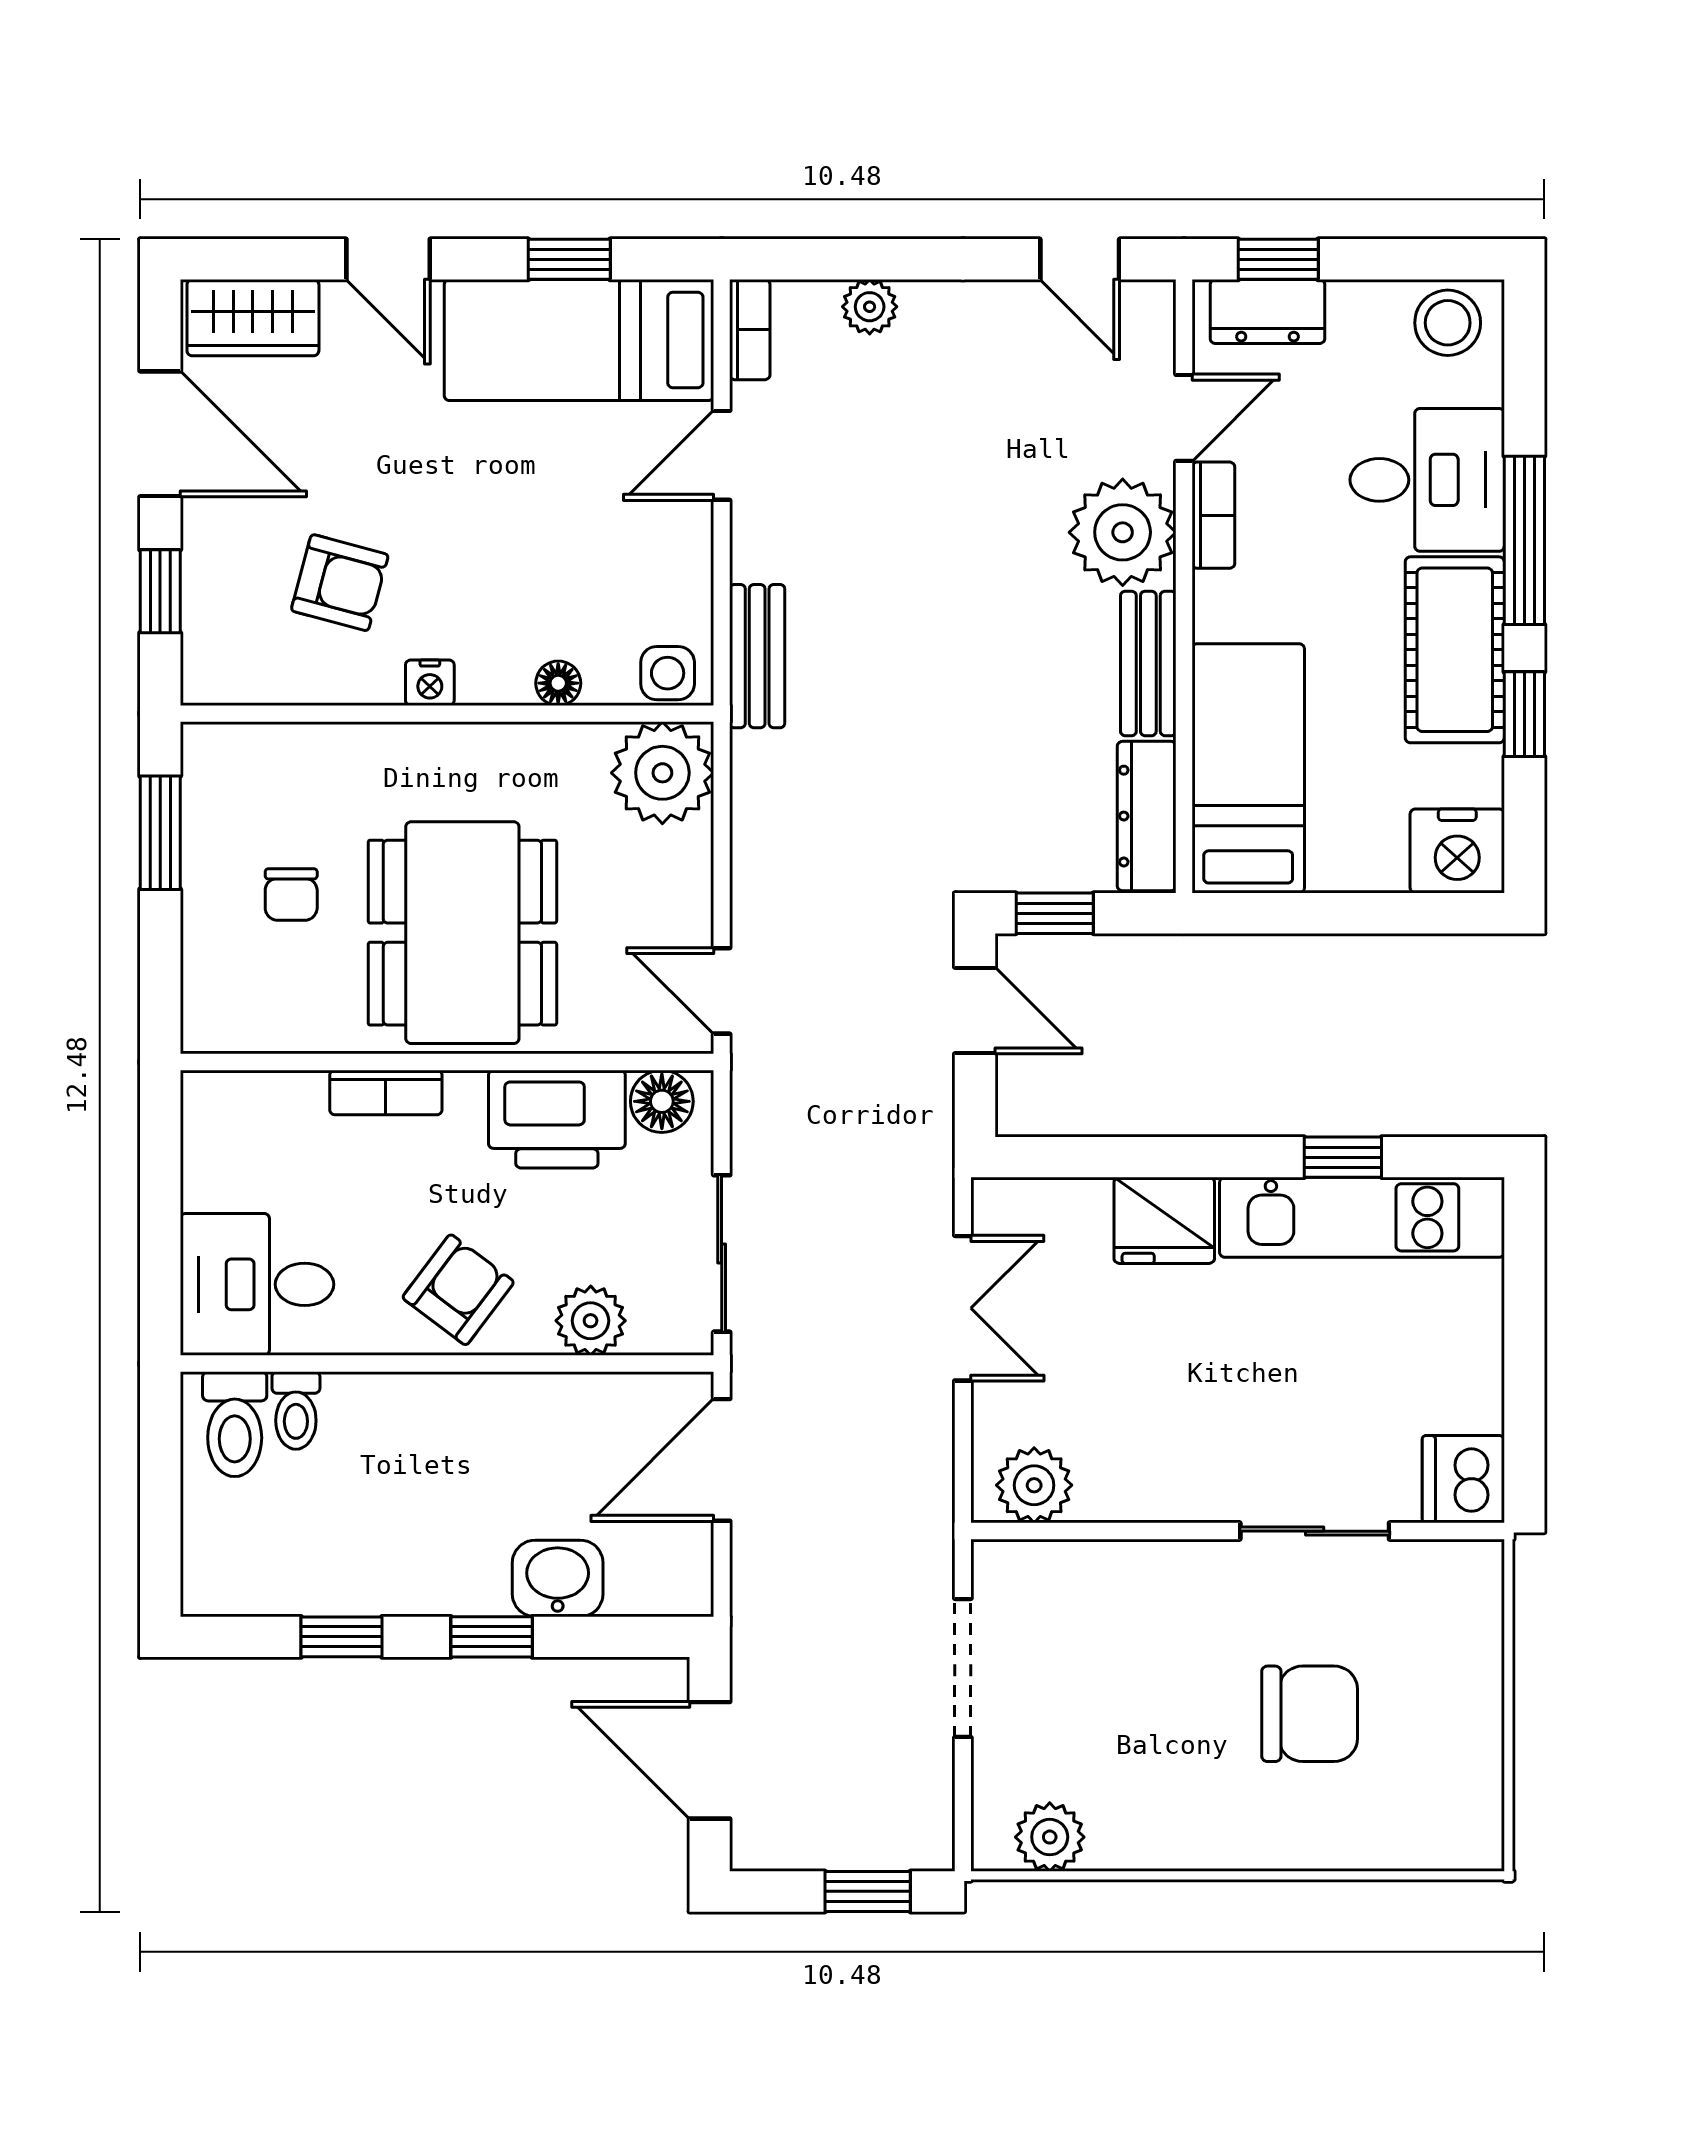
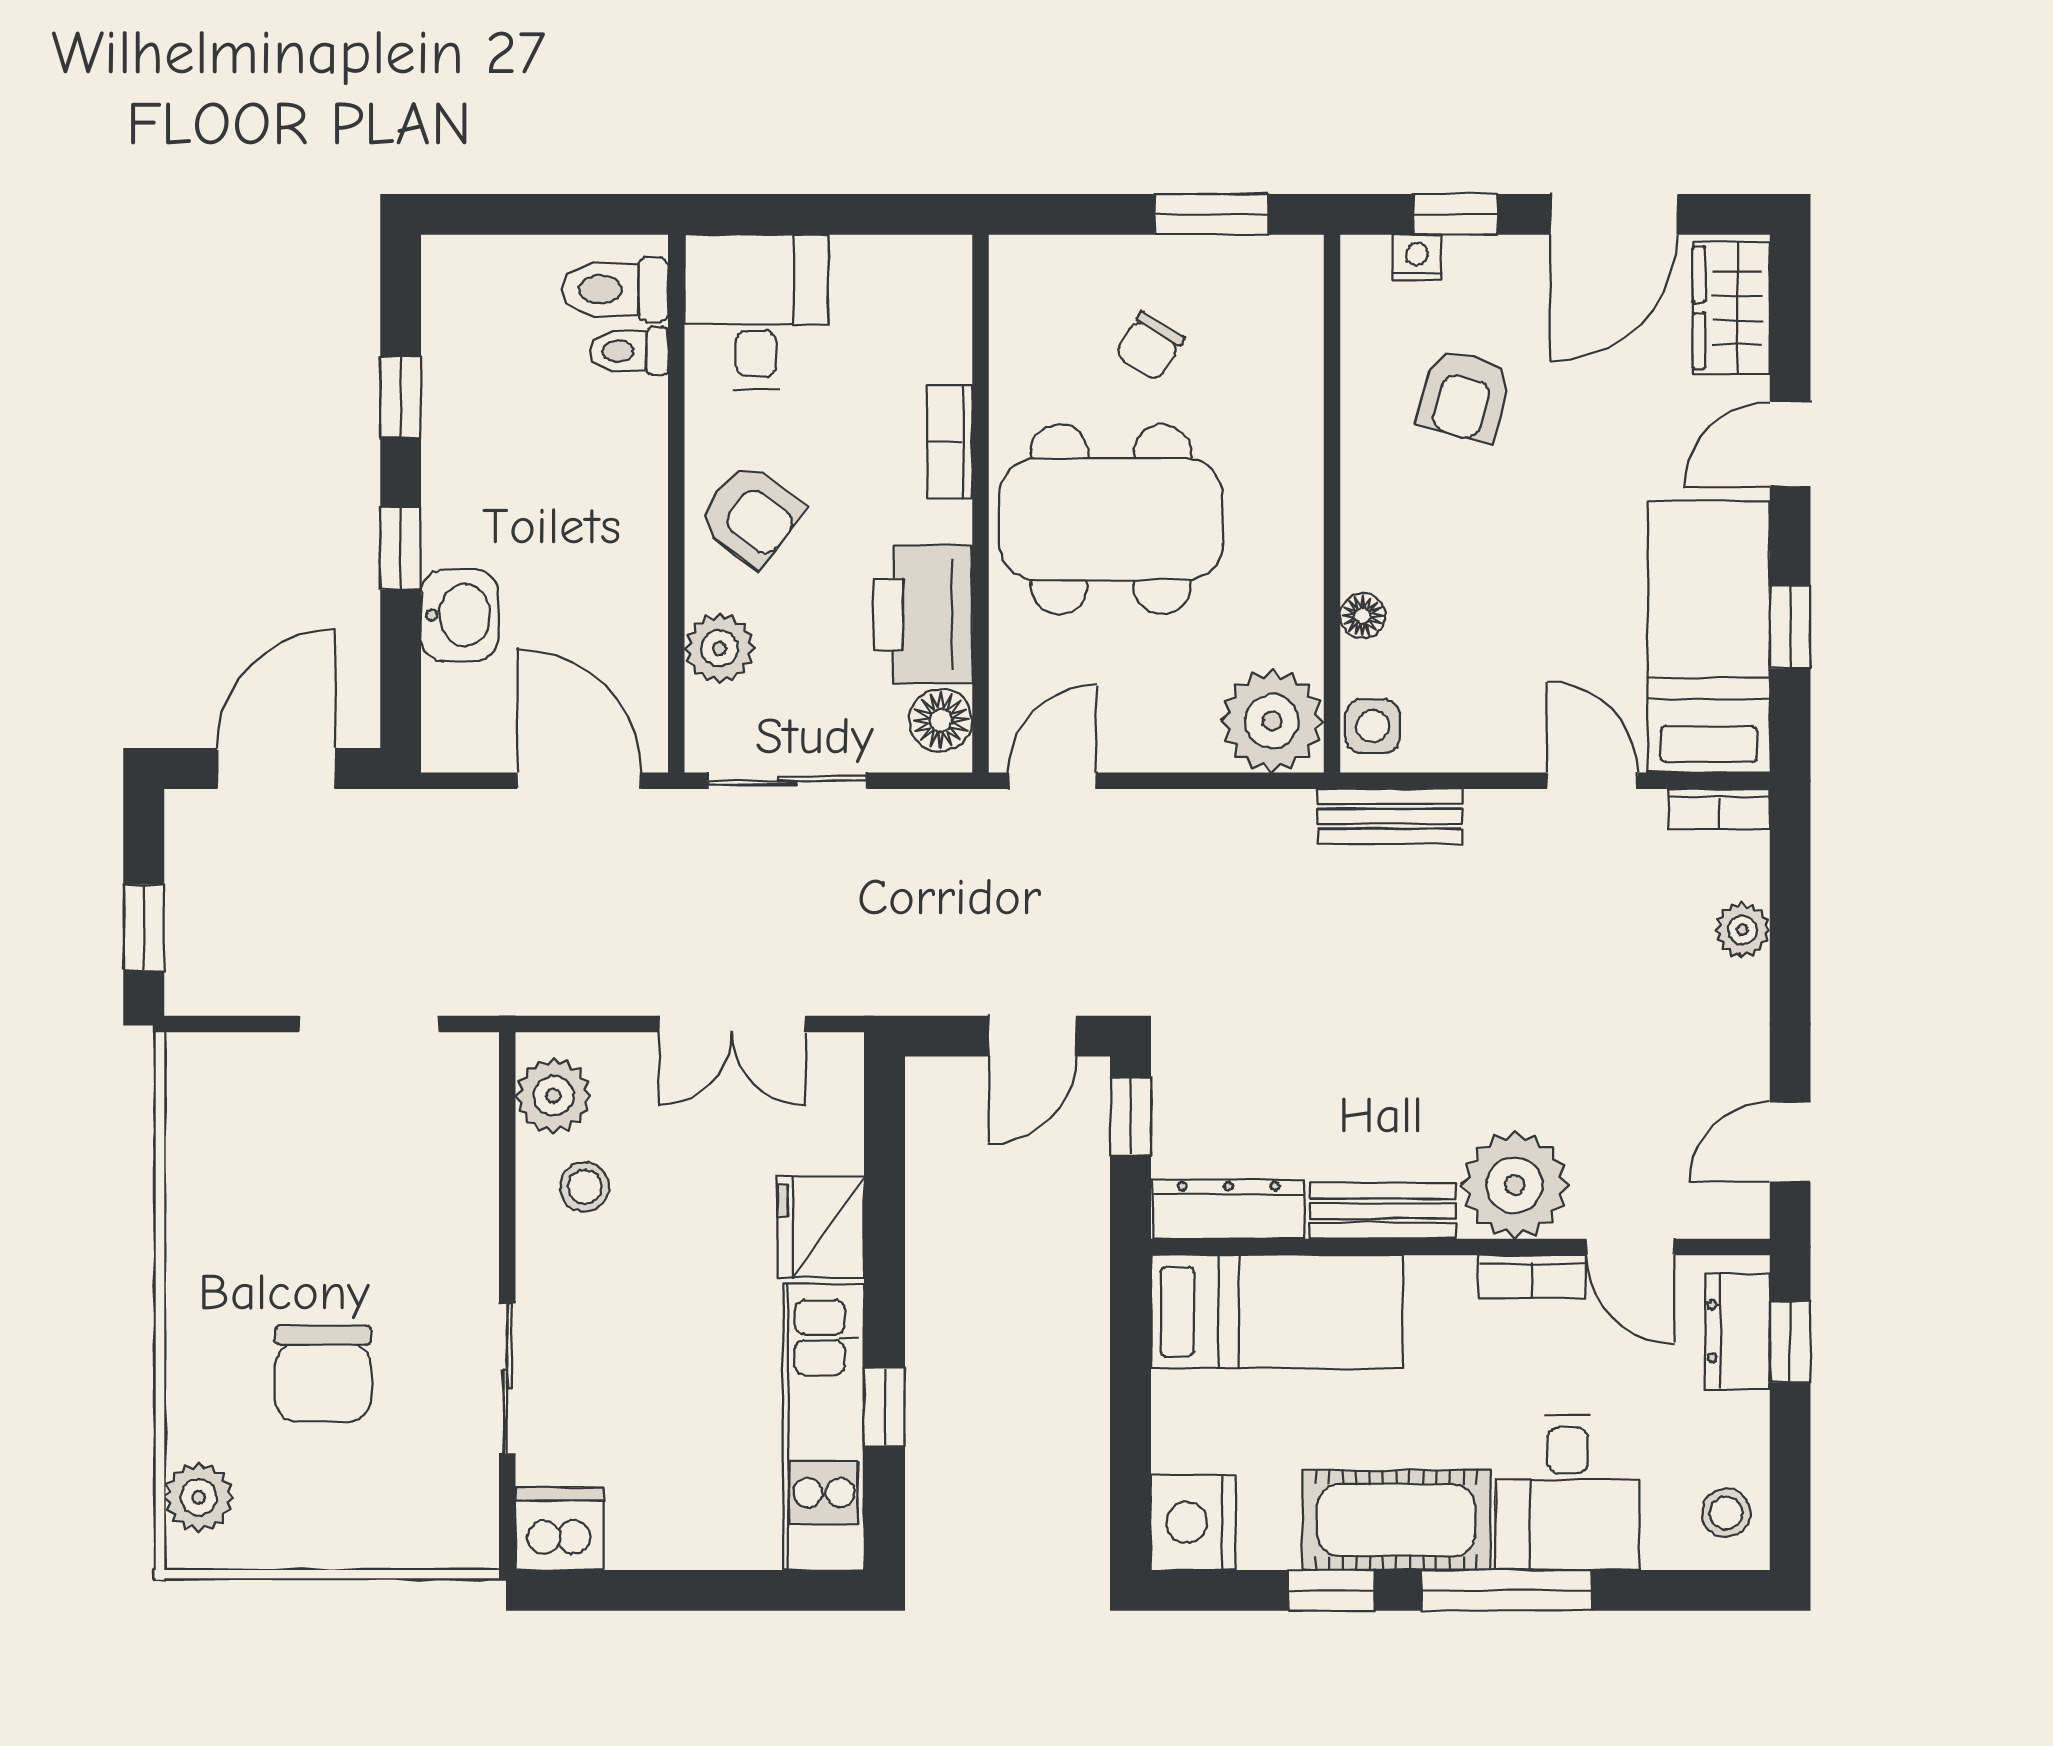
stool: (1448, 323) -> (1726, 1513), width x0.73, depth x0.73
nightstand: (430, 683) -> (1417, 258), moved, turned 90
chair: (291, 895) -> (1149, 346), turned -58
stool: (1124, 1455) -> (585, 1187), added
plant: (1050, 1837) -> (199, 1497), moved

